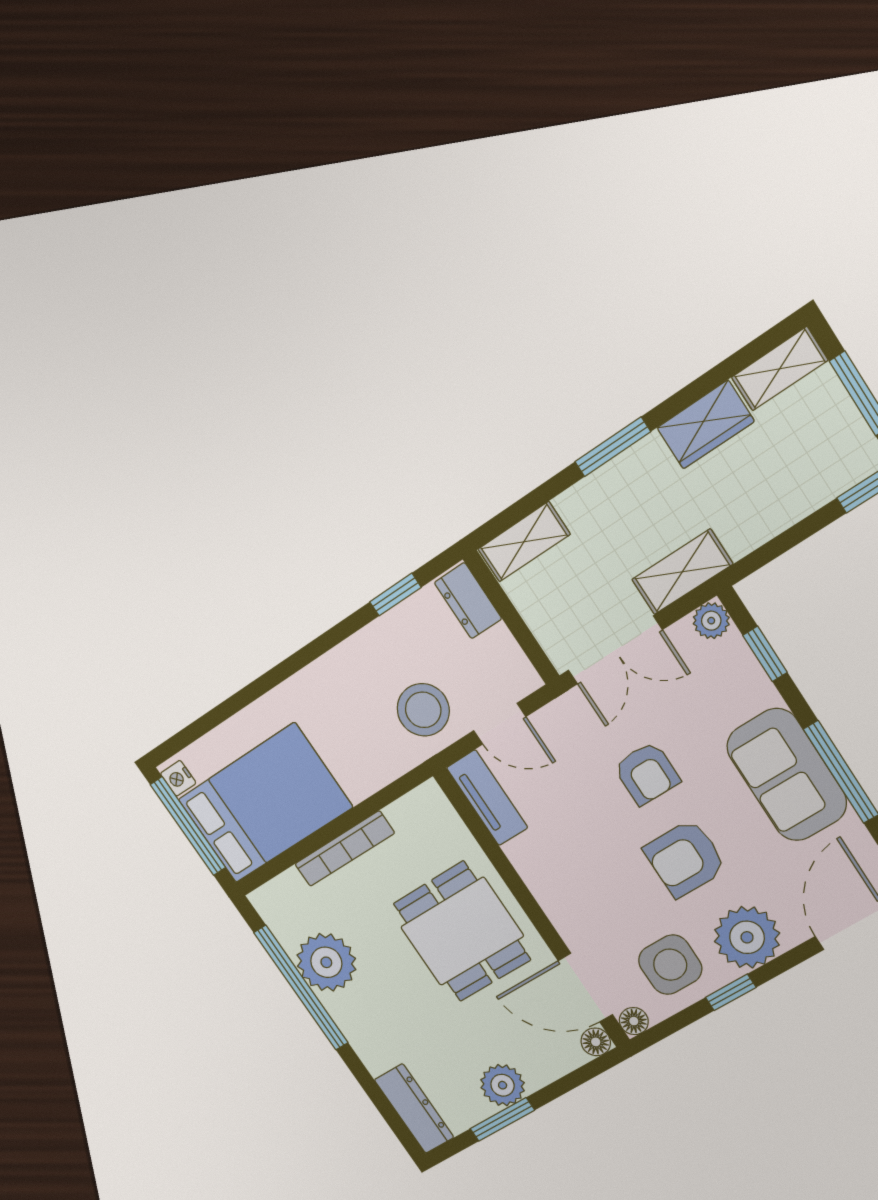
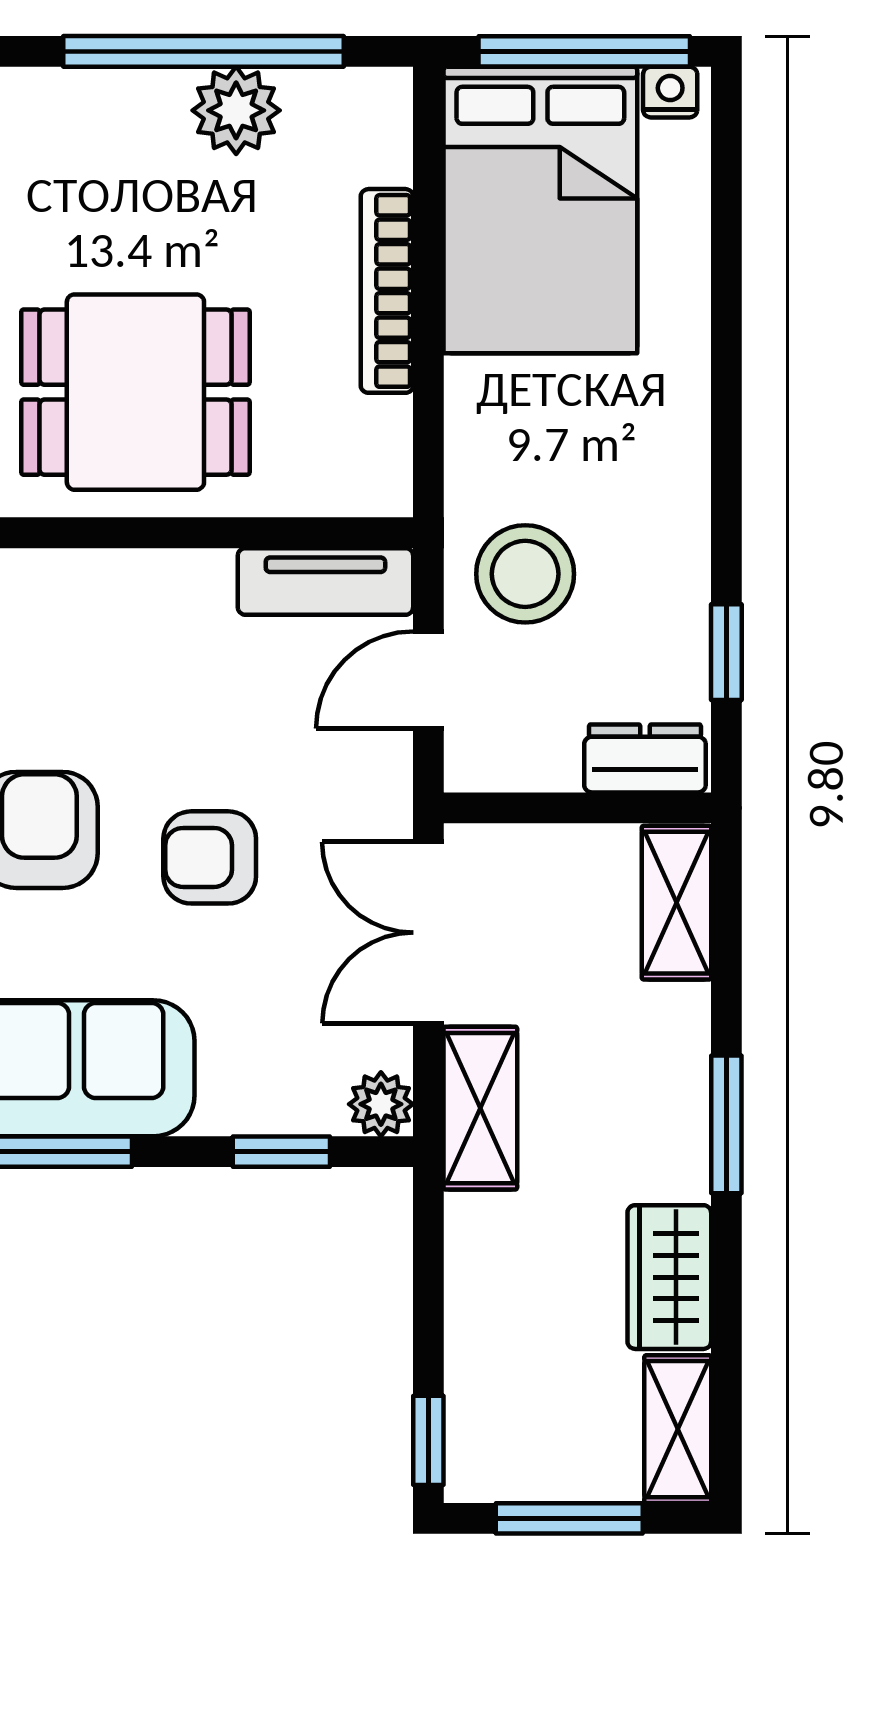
plant: (326, 962) -> (236, 110), width x0.73, depth x0.73

